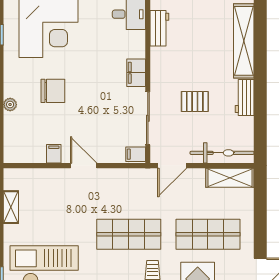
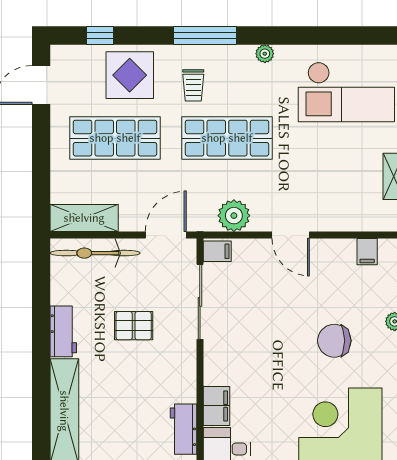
filing cabinet: (136, 73) -> (216, 406), moved
filing cabinet: (54, 154) -> (367, 252), moved
plant: (124, 179) -> (234, 216), added

